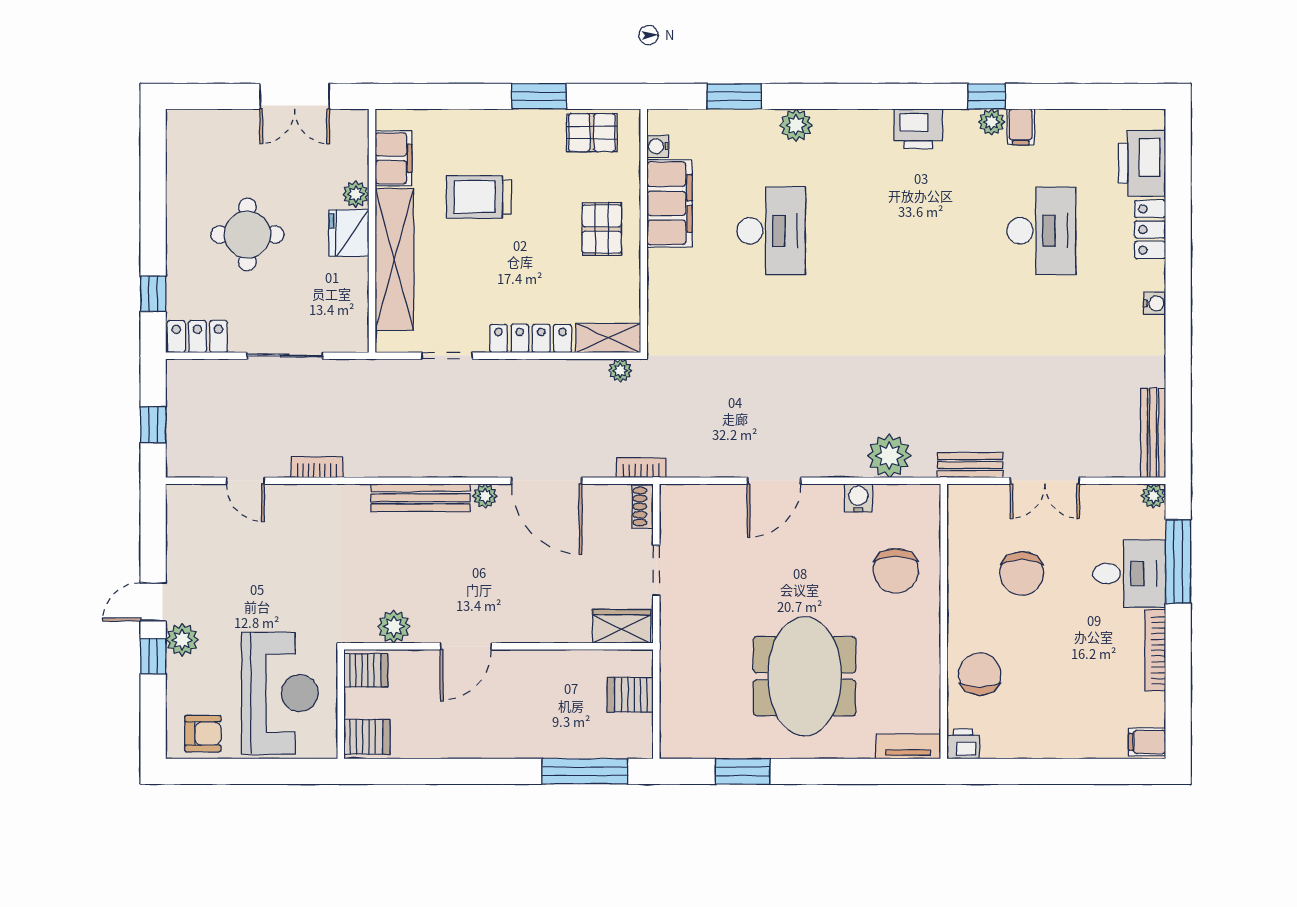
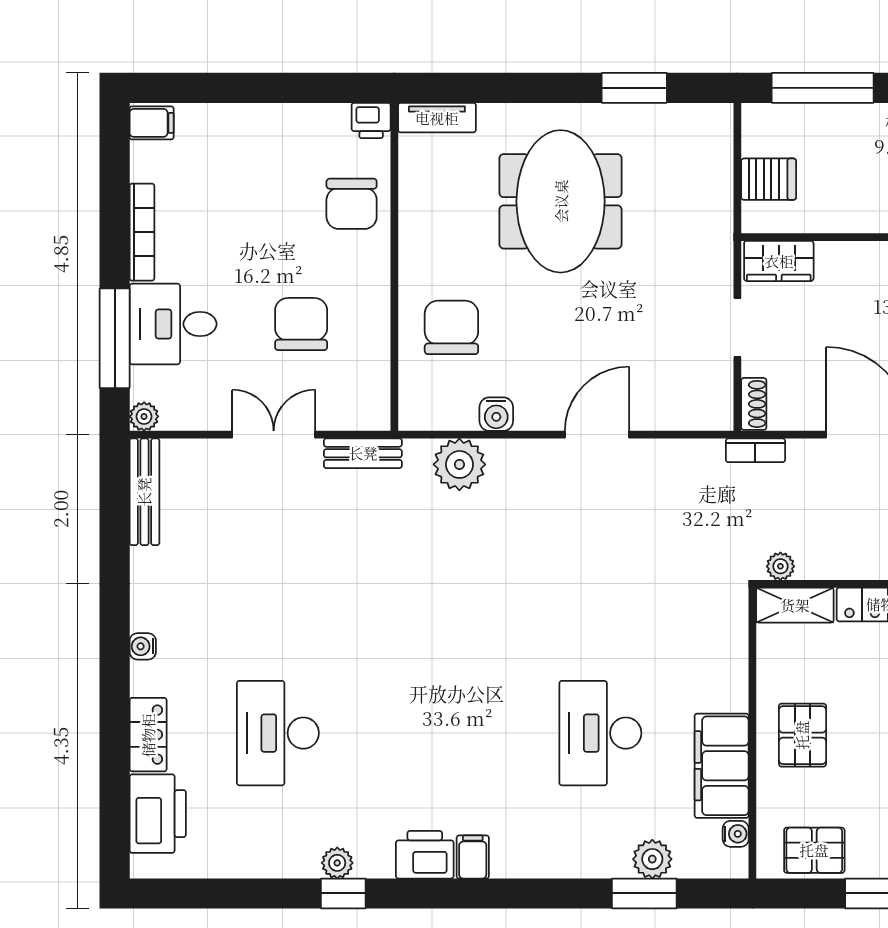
plant: (796, 125) -> (652, 859), moved
filing cabinet: (1021, 127) -> (473, 857), moved

